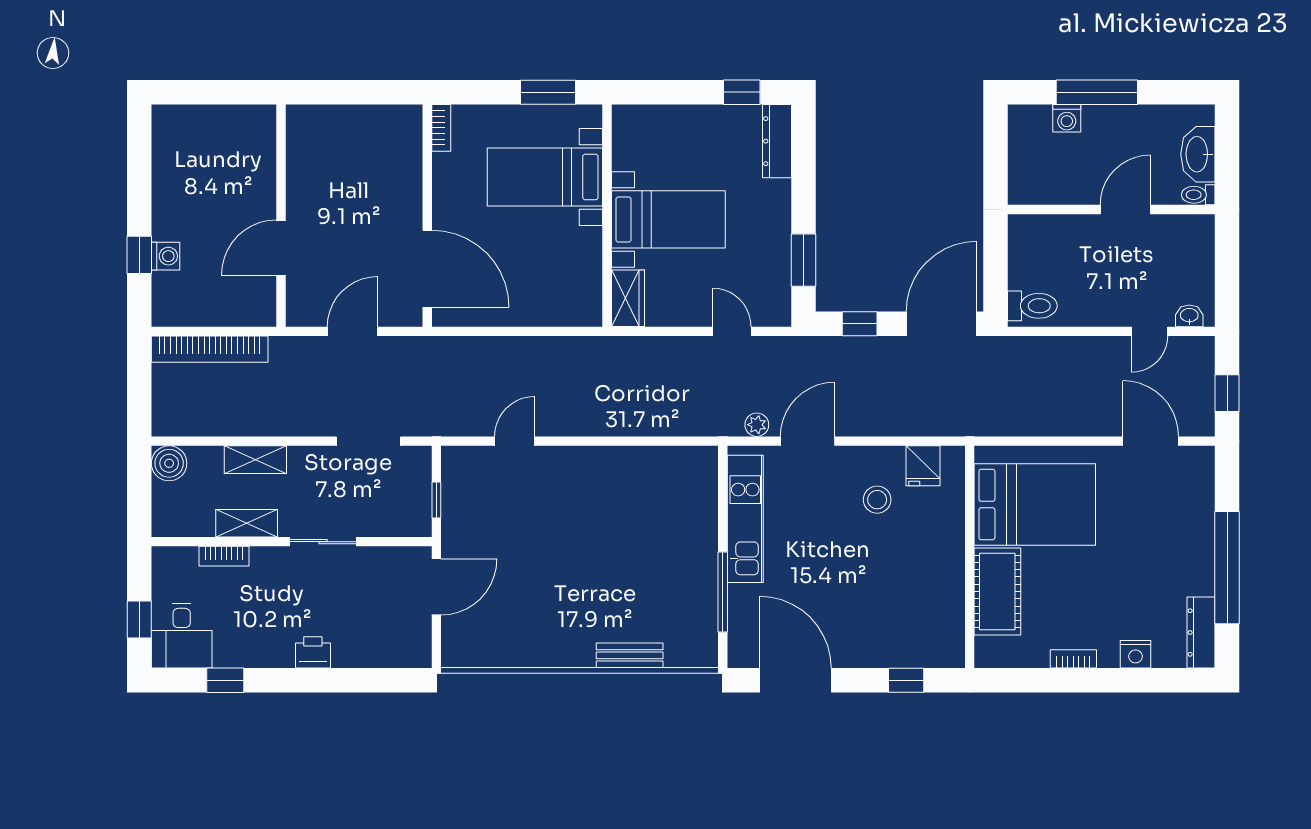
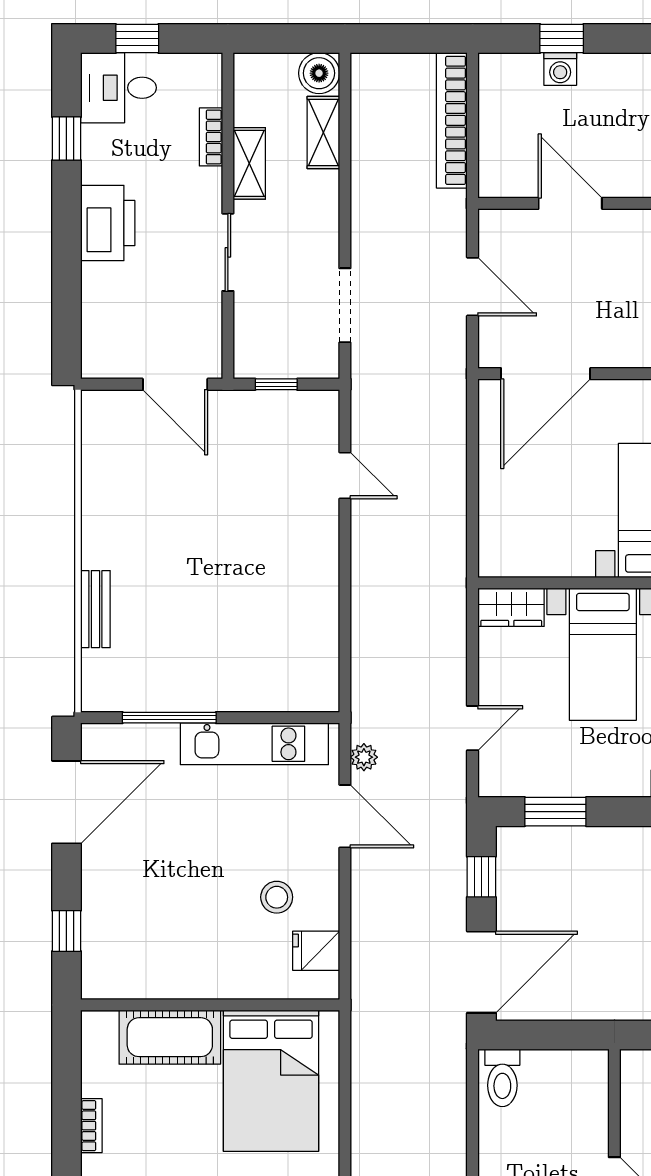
door: (941, 324) -> (481, 972), hinge flipped
shelving: (255, 460) -> (323, 133), moved
printer: (313, 652) -> (108, 223), width x1.87, depth x1.48

